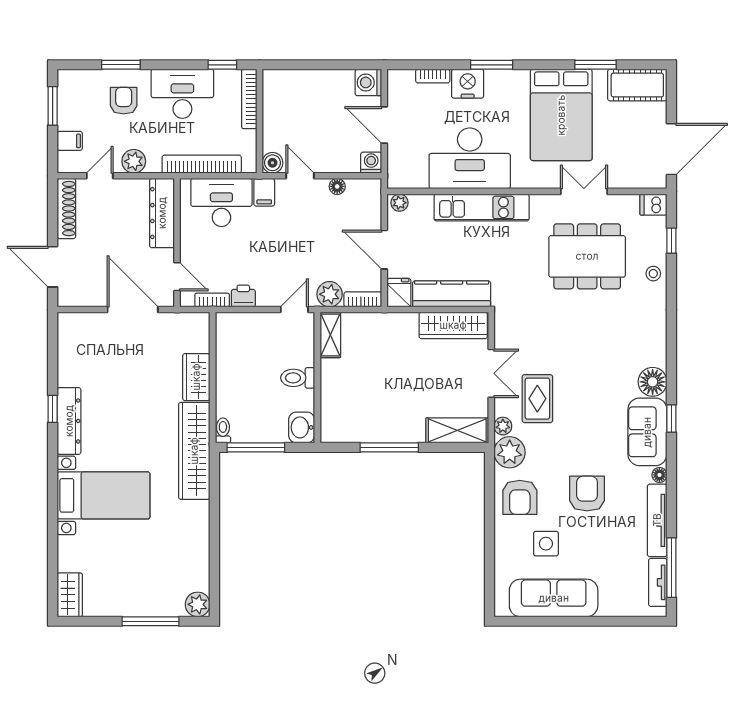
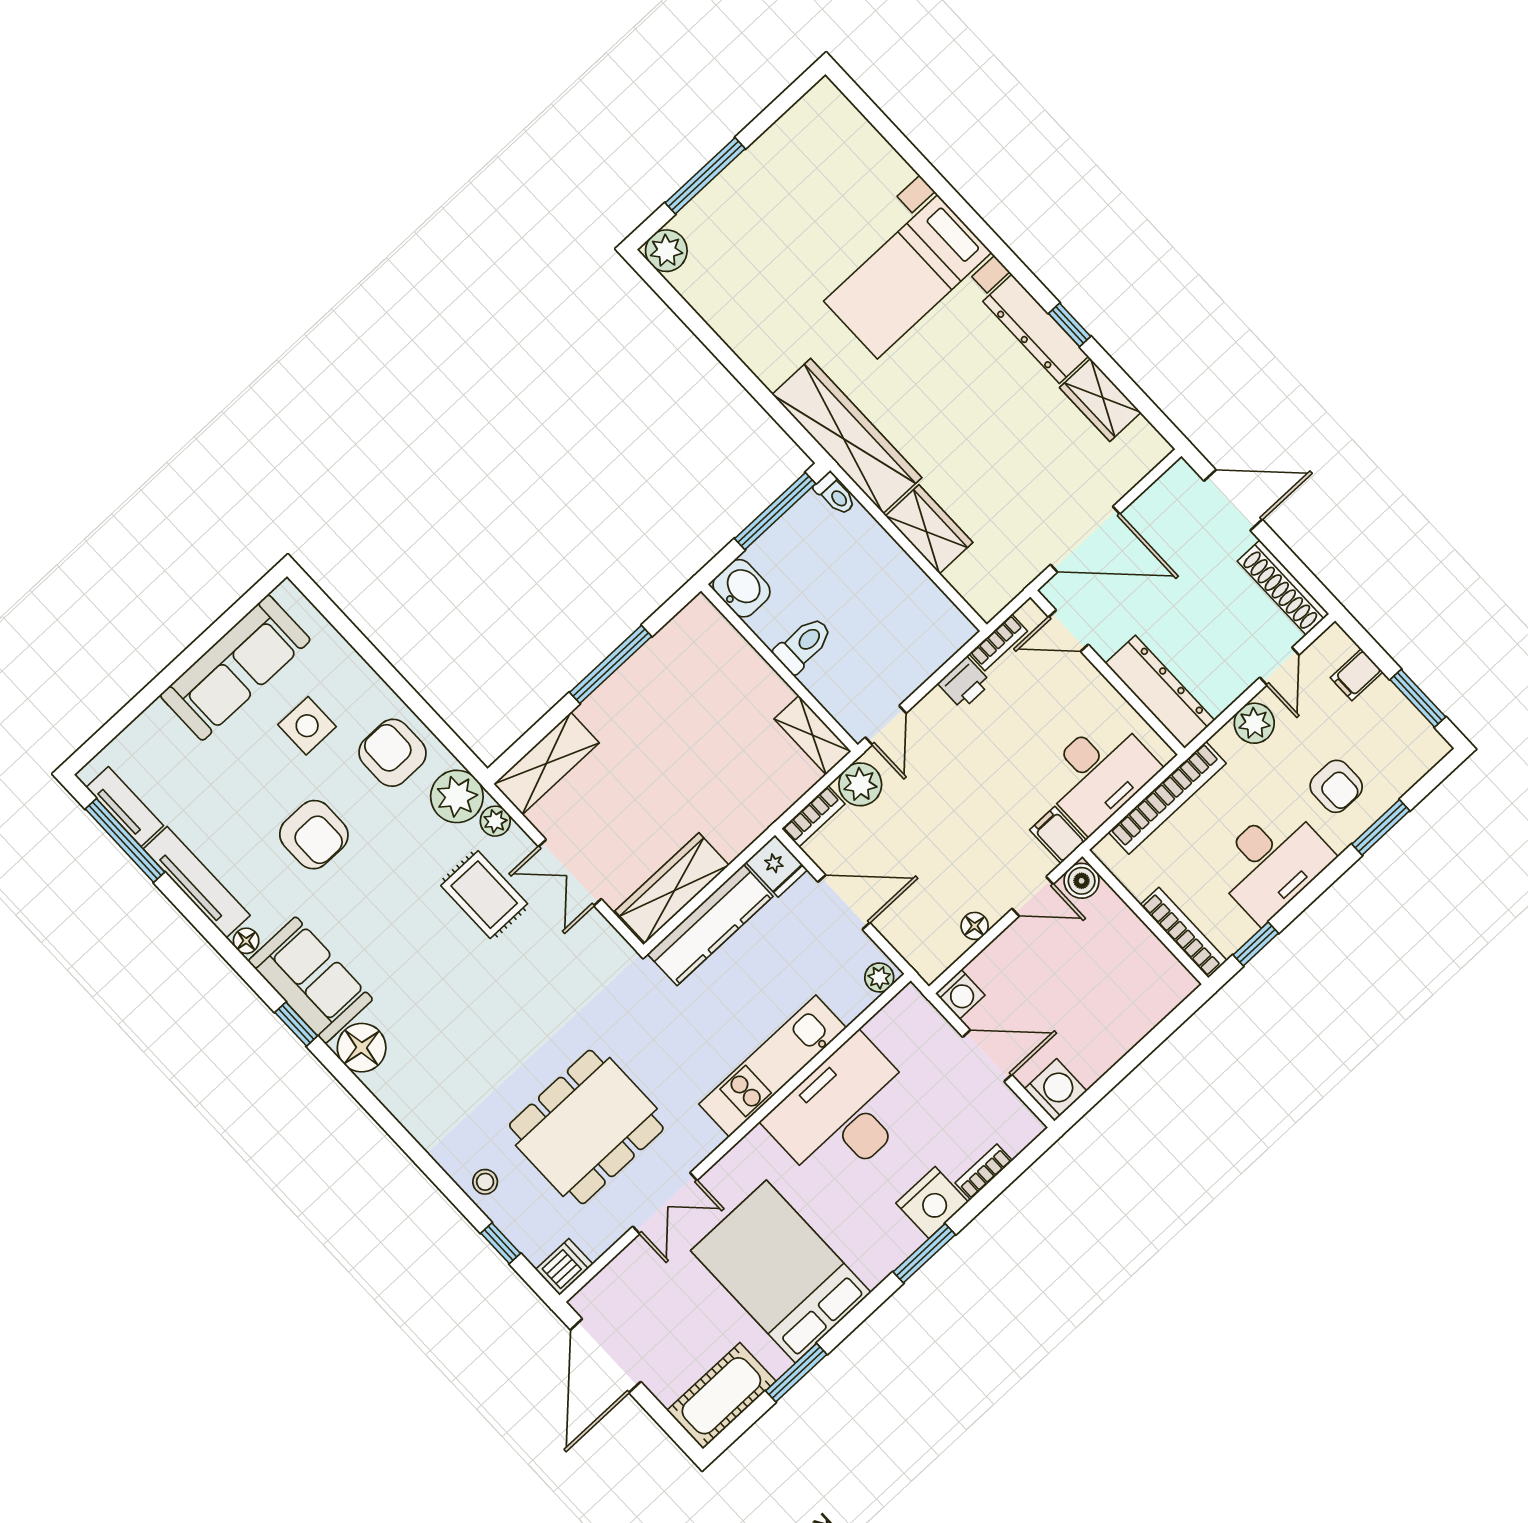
wardrobe: (70, 595) -> (1100, 400), moved

